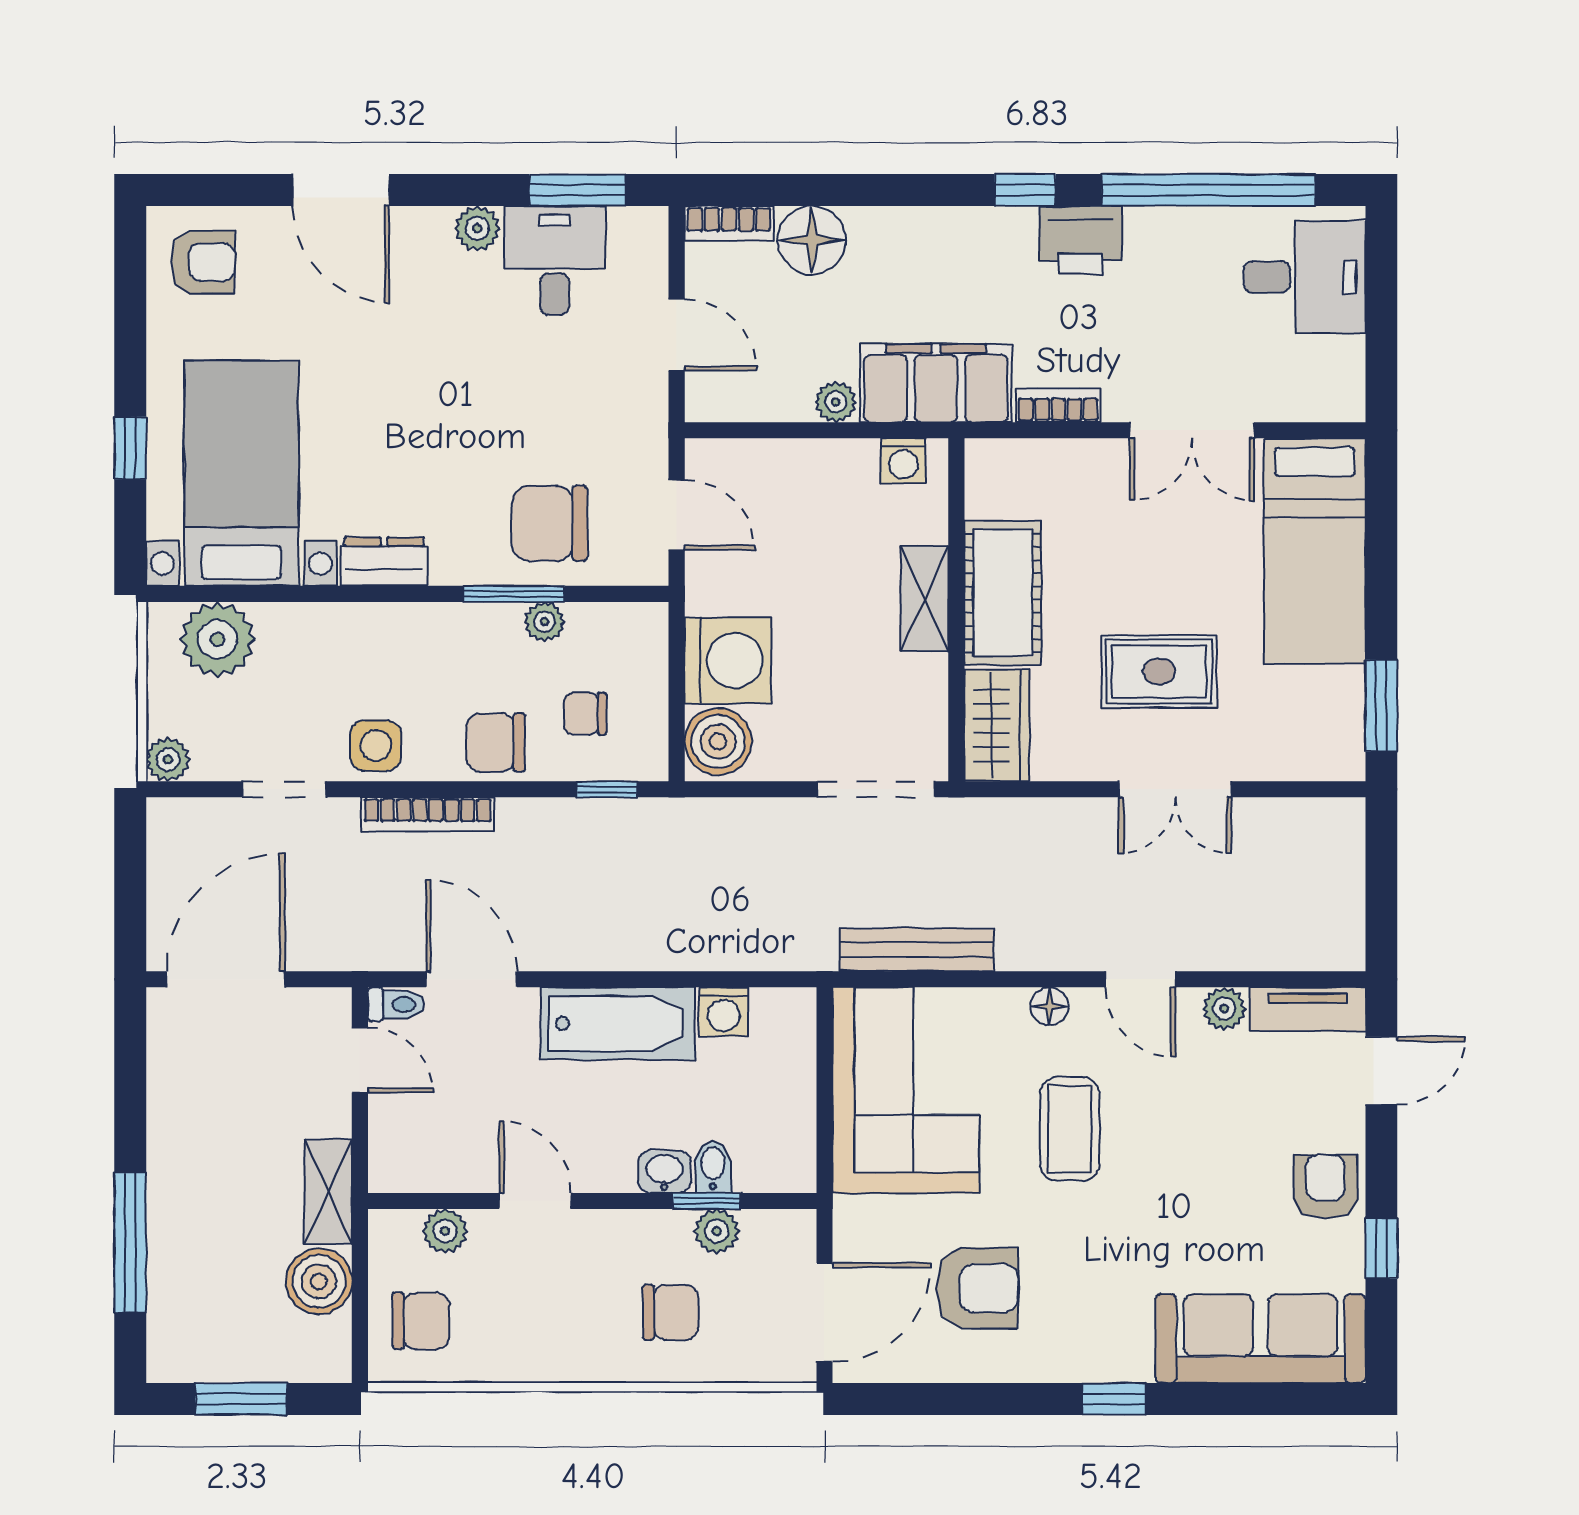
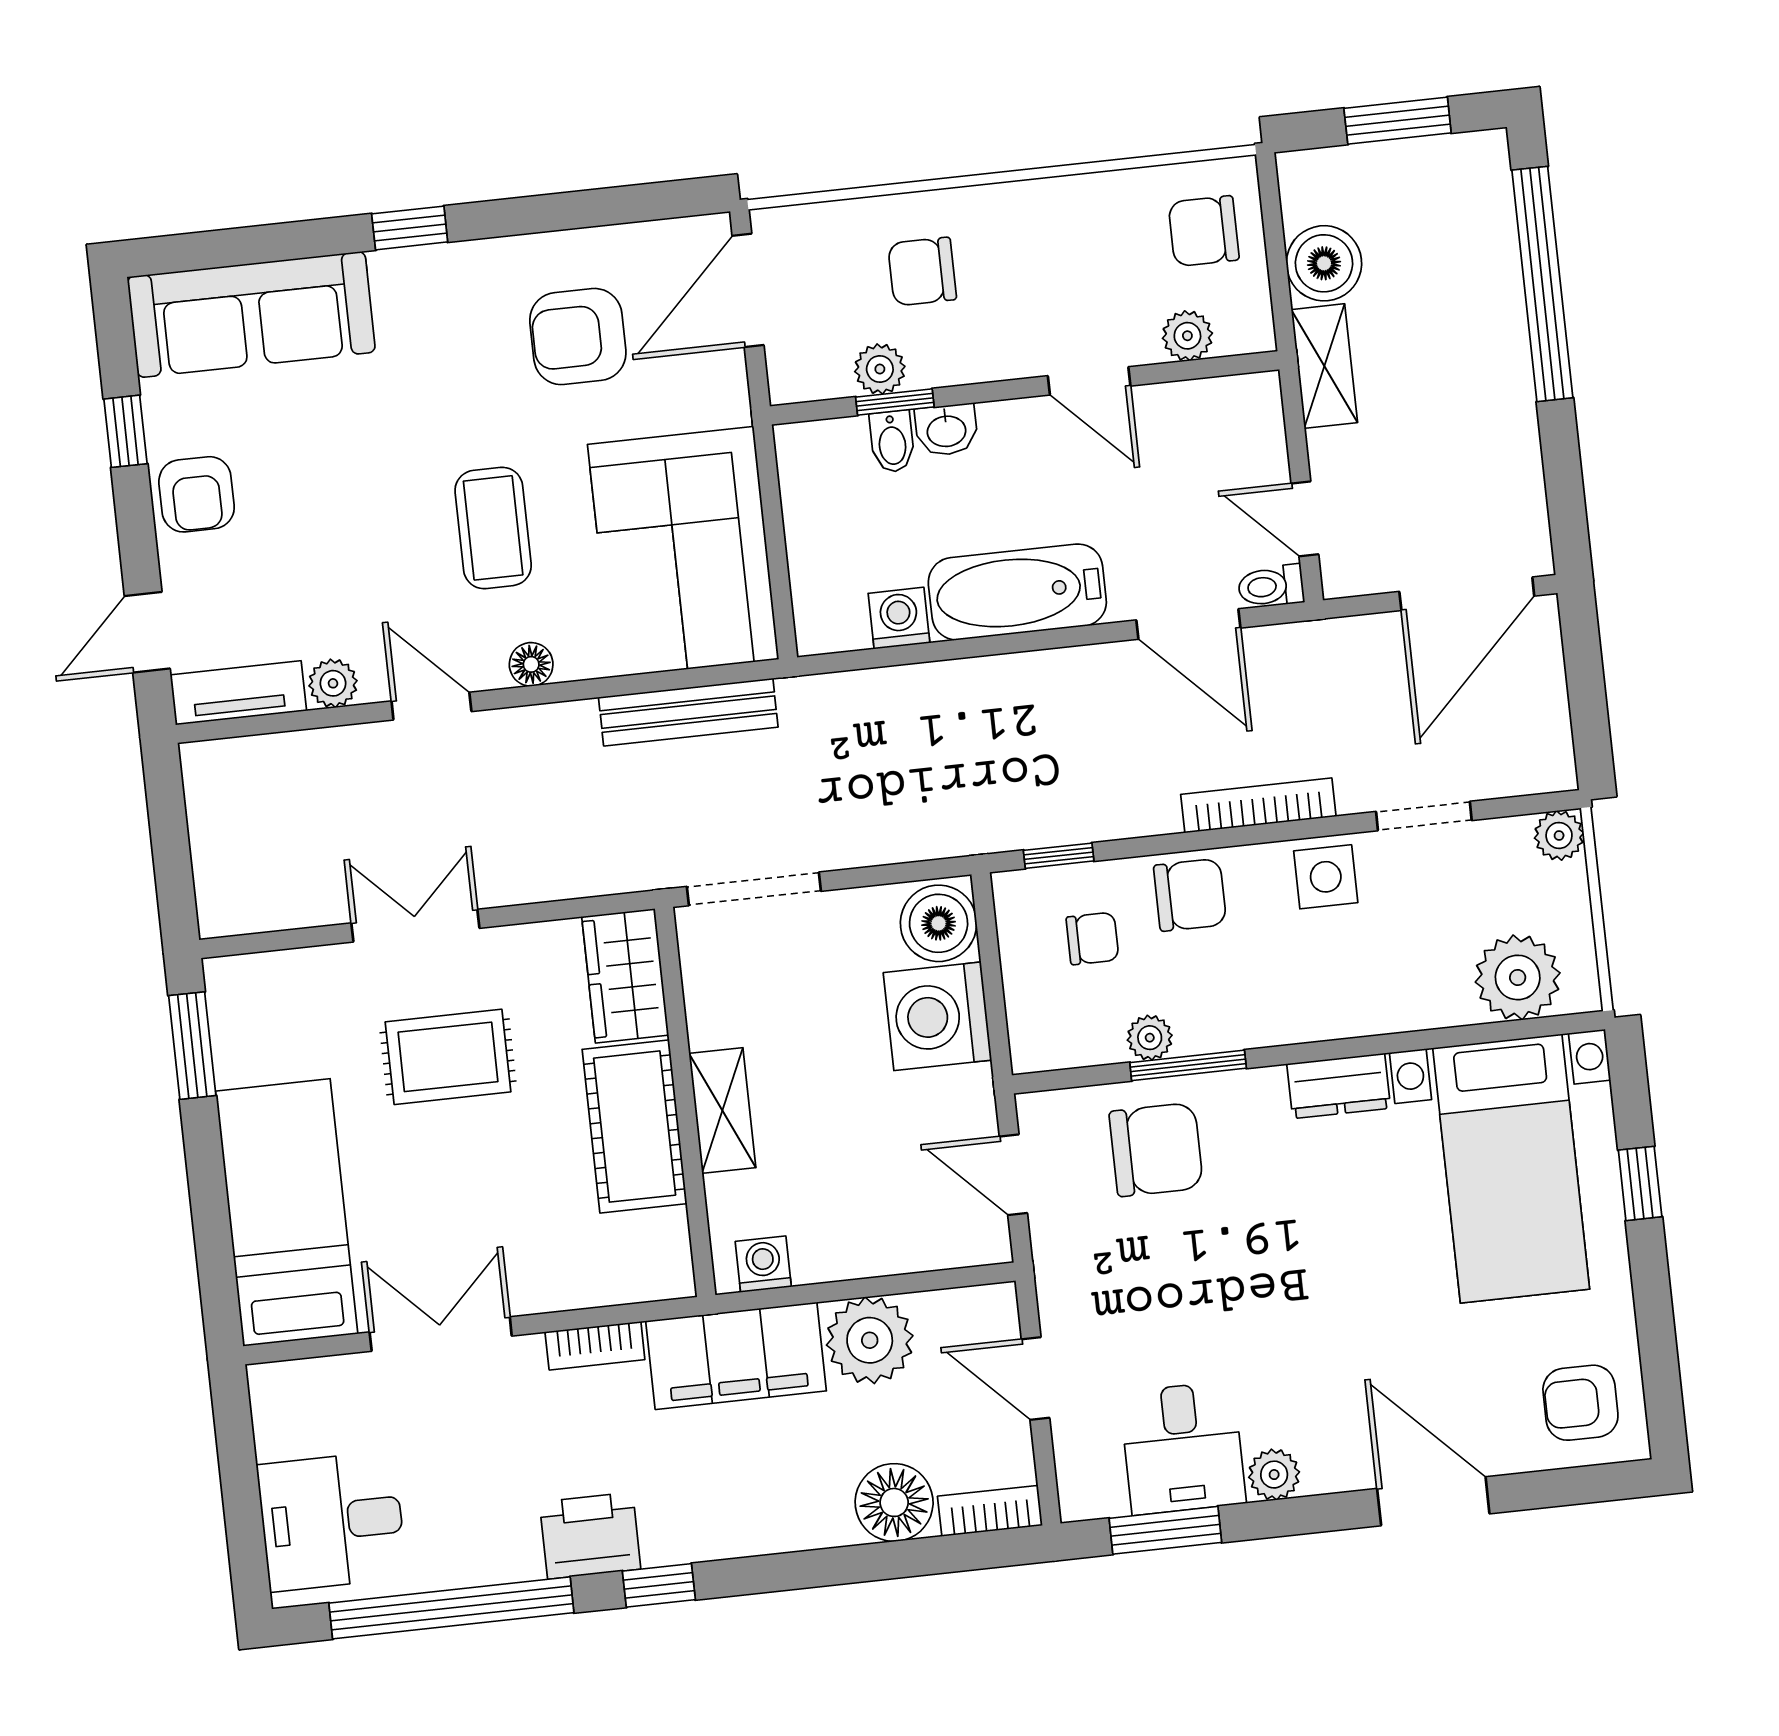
plant: (836, 402) -> (870, 1340), width x1.87, depth x1.87
window: (130, 1243) -> (1542, 284), width x1.46

